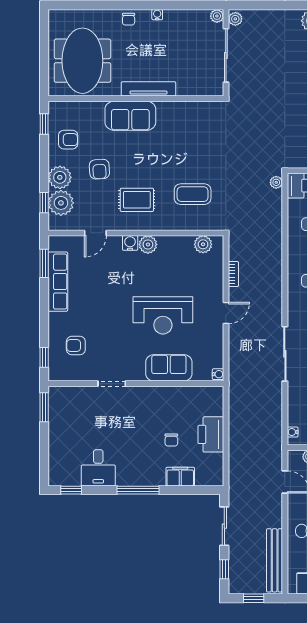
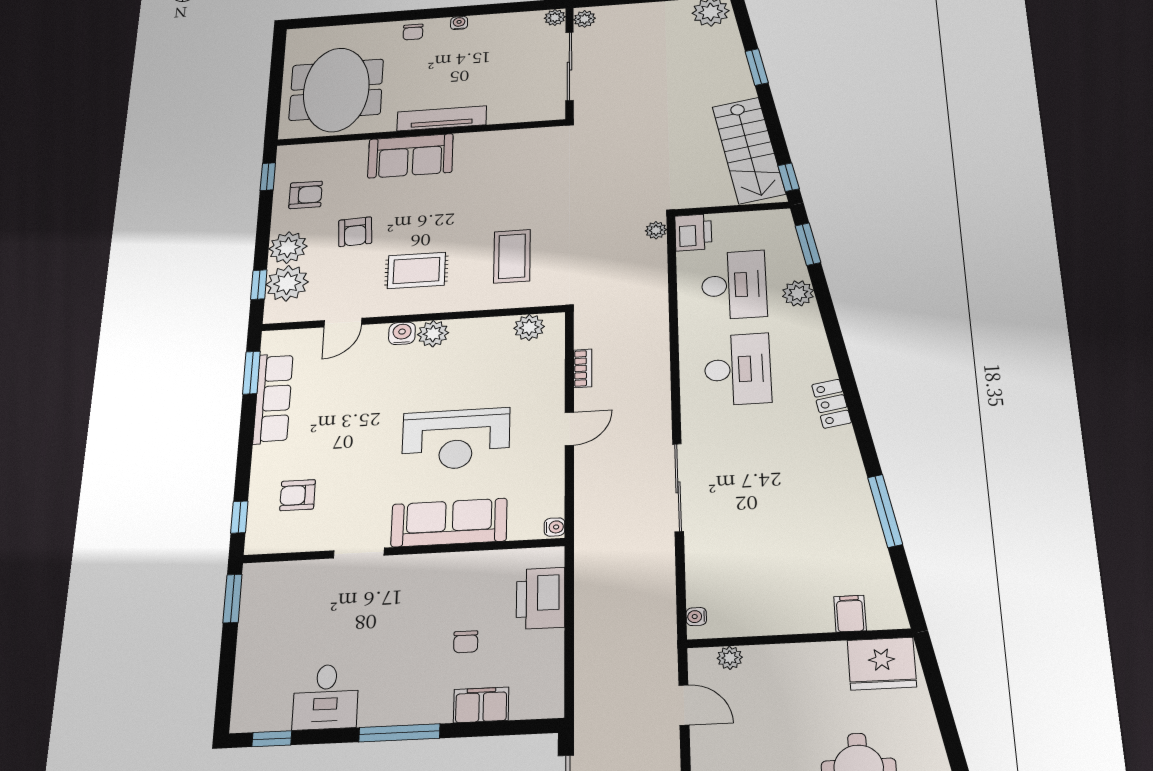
coffee table: (193, 194) -> (512, 256), turned 90
sofa: (169, 368) -> (449, 523), width x1.36
printer: (211, 434) -> (541, 598), moved

